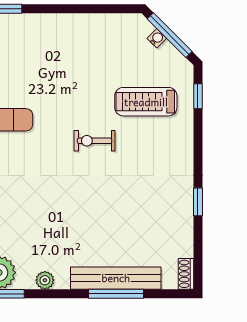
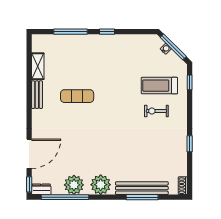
window: (56, 9) -> (107, 32), added
exercise bike: (95, 141) -> (156, 111), moved
plant: (45, 280) -> (101, 185), width x1.88, depth x1.88

